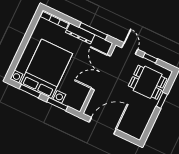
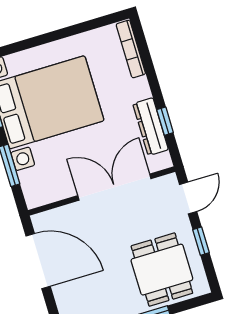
window: (93, 31) -> (165, 121), width x0.46
dresser: (80, 33) -> (151, 127), moved

